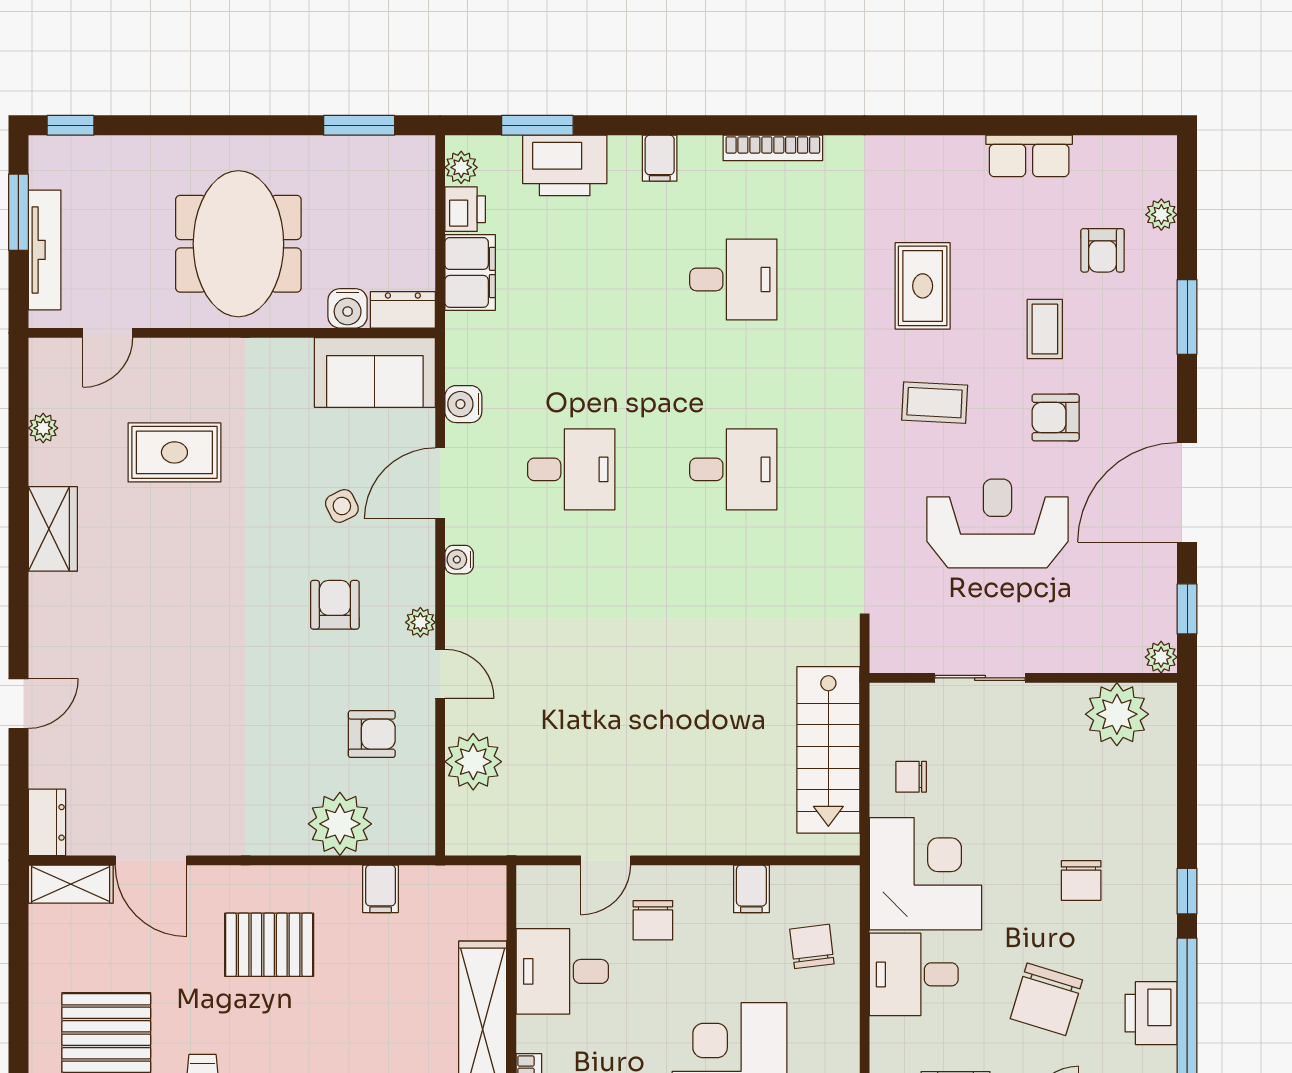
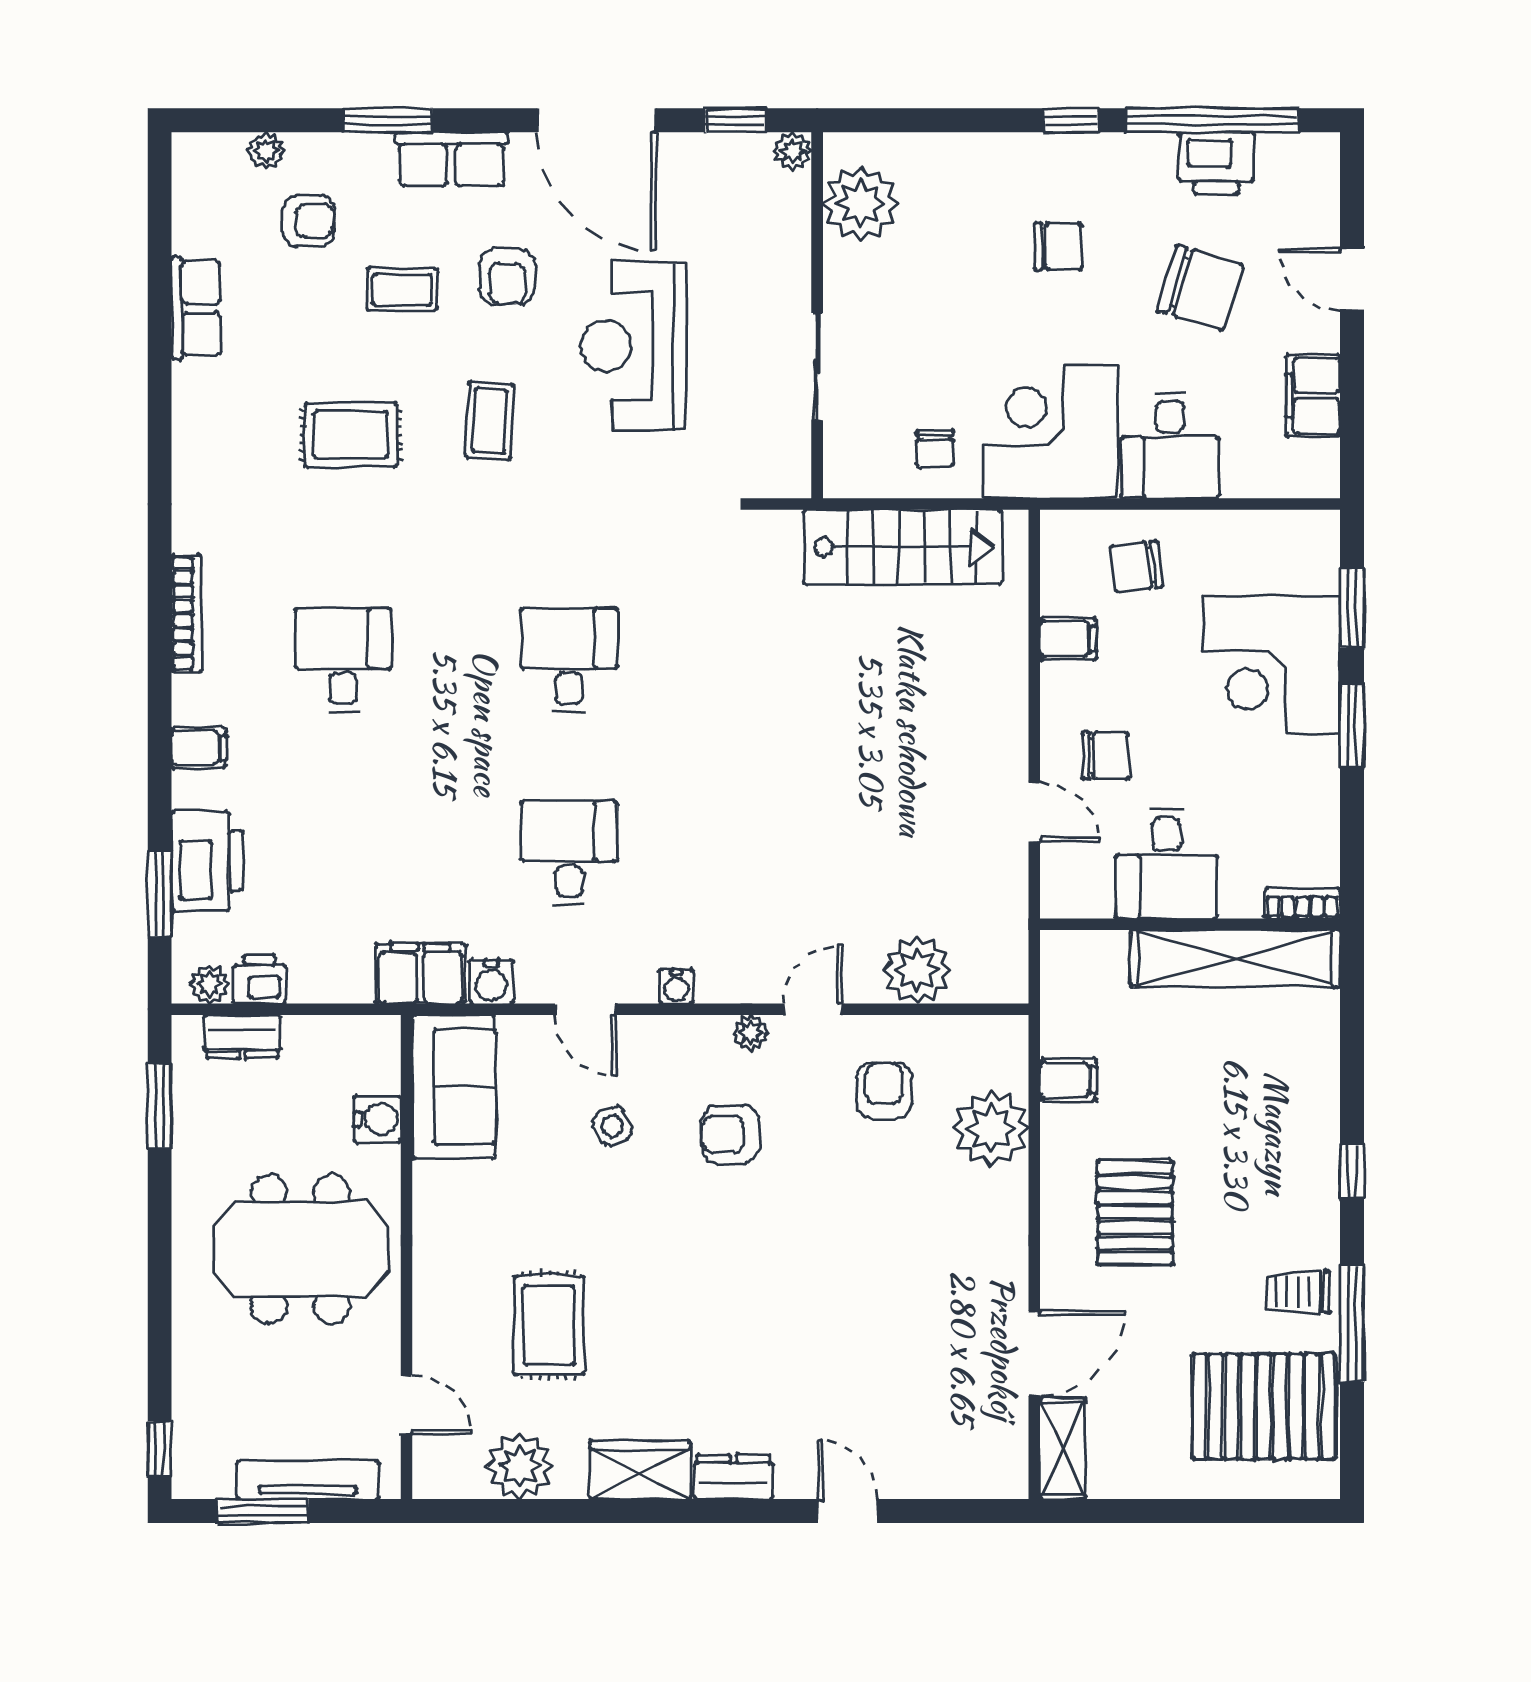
filing cabinet: (470, 272) -> (420, 973), moved
dresser: (403, 310) -> (242, 1037), moved, turned -90
row of seats: (1154, 371) -> (452, 159), added
plant: (43, 428) -> (520, 1466), width x1.88, depth x1.88
door: (440, 483) -> (586, 1009), width x0.73
dresser: (47, 822) -> (733, 1477), moved

